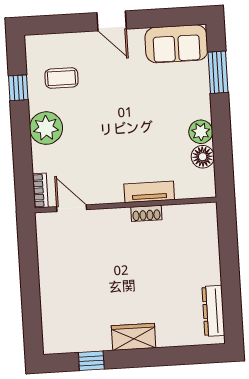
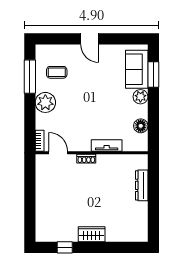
sofa: (176, 44) -> (137, 69), moved, turned 90
window: (18, 88) -> (30, 77), width x2.17
plant: (201, 132) -> (140, 97), moved
shoe rack: (146, 213) -> (86, 159), moved
dresser: (213, 311) -> (142, 185), moved

